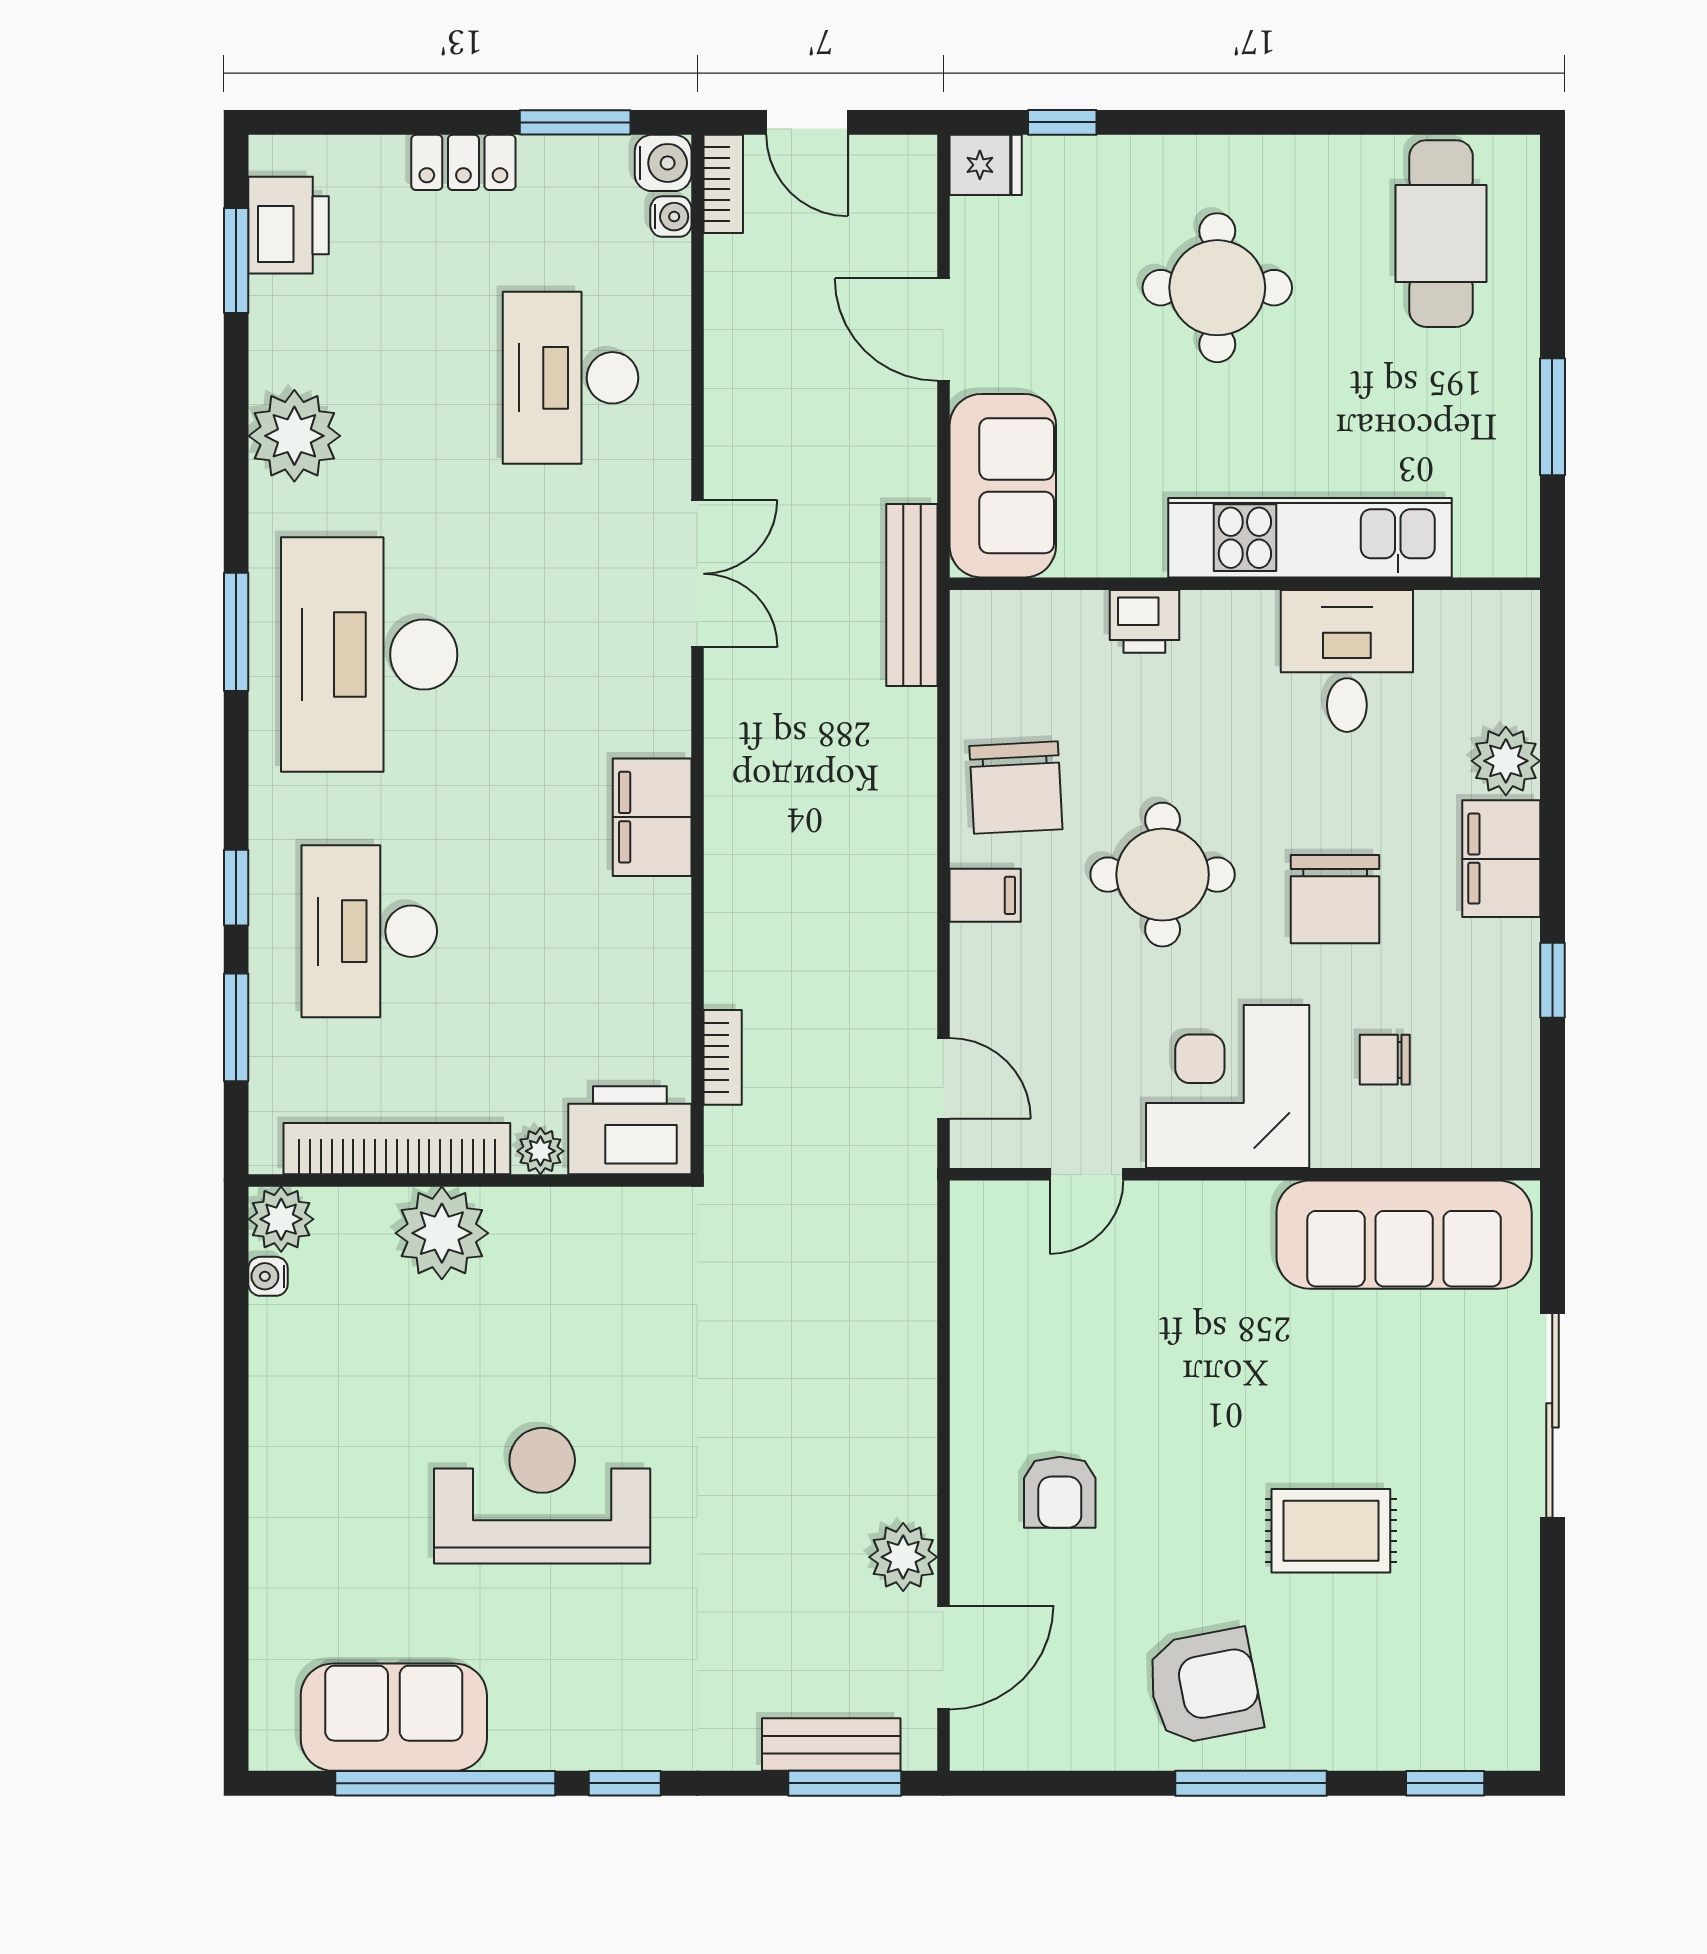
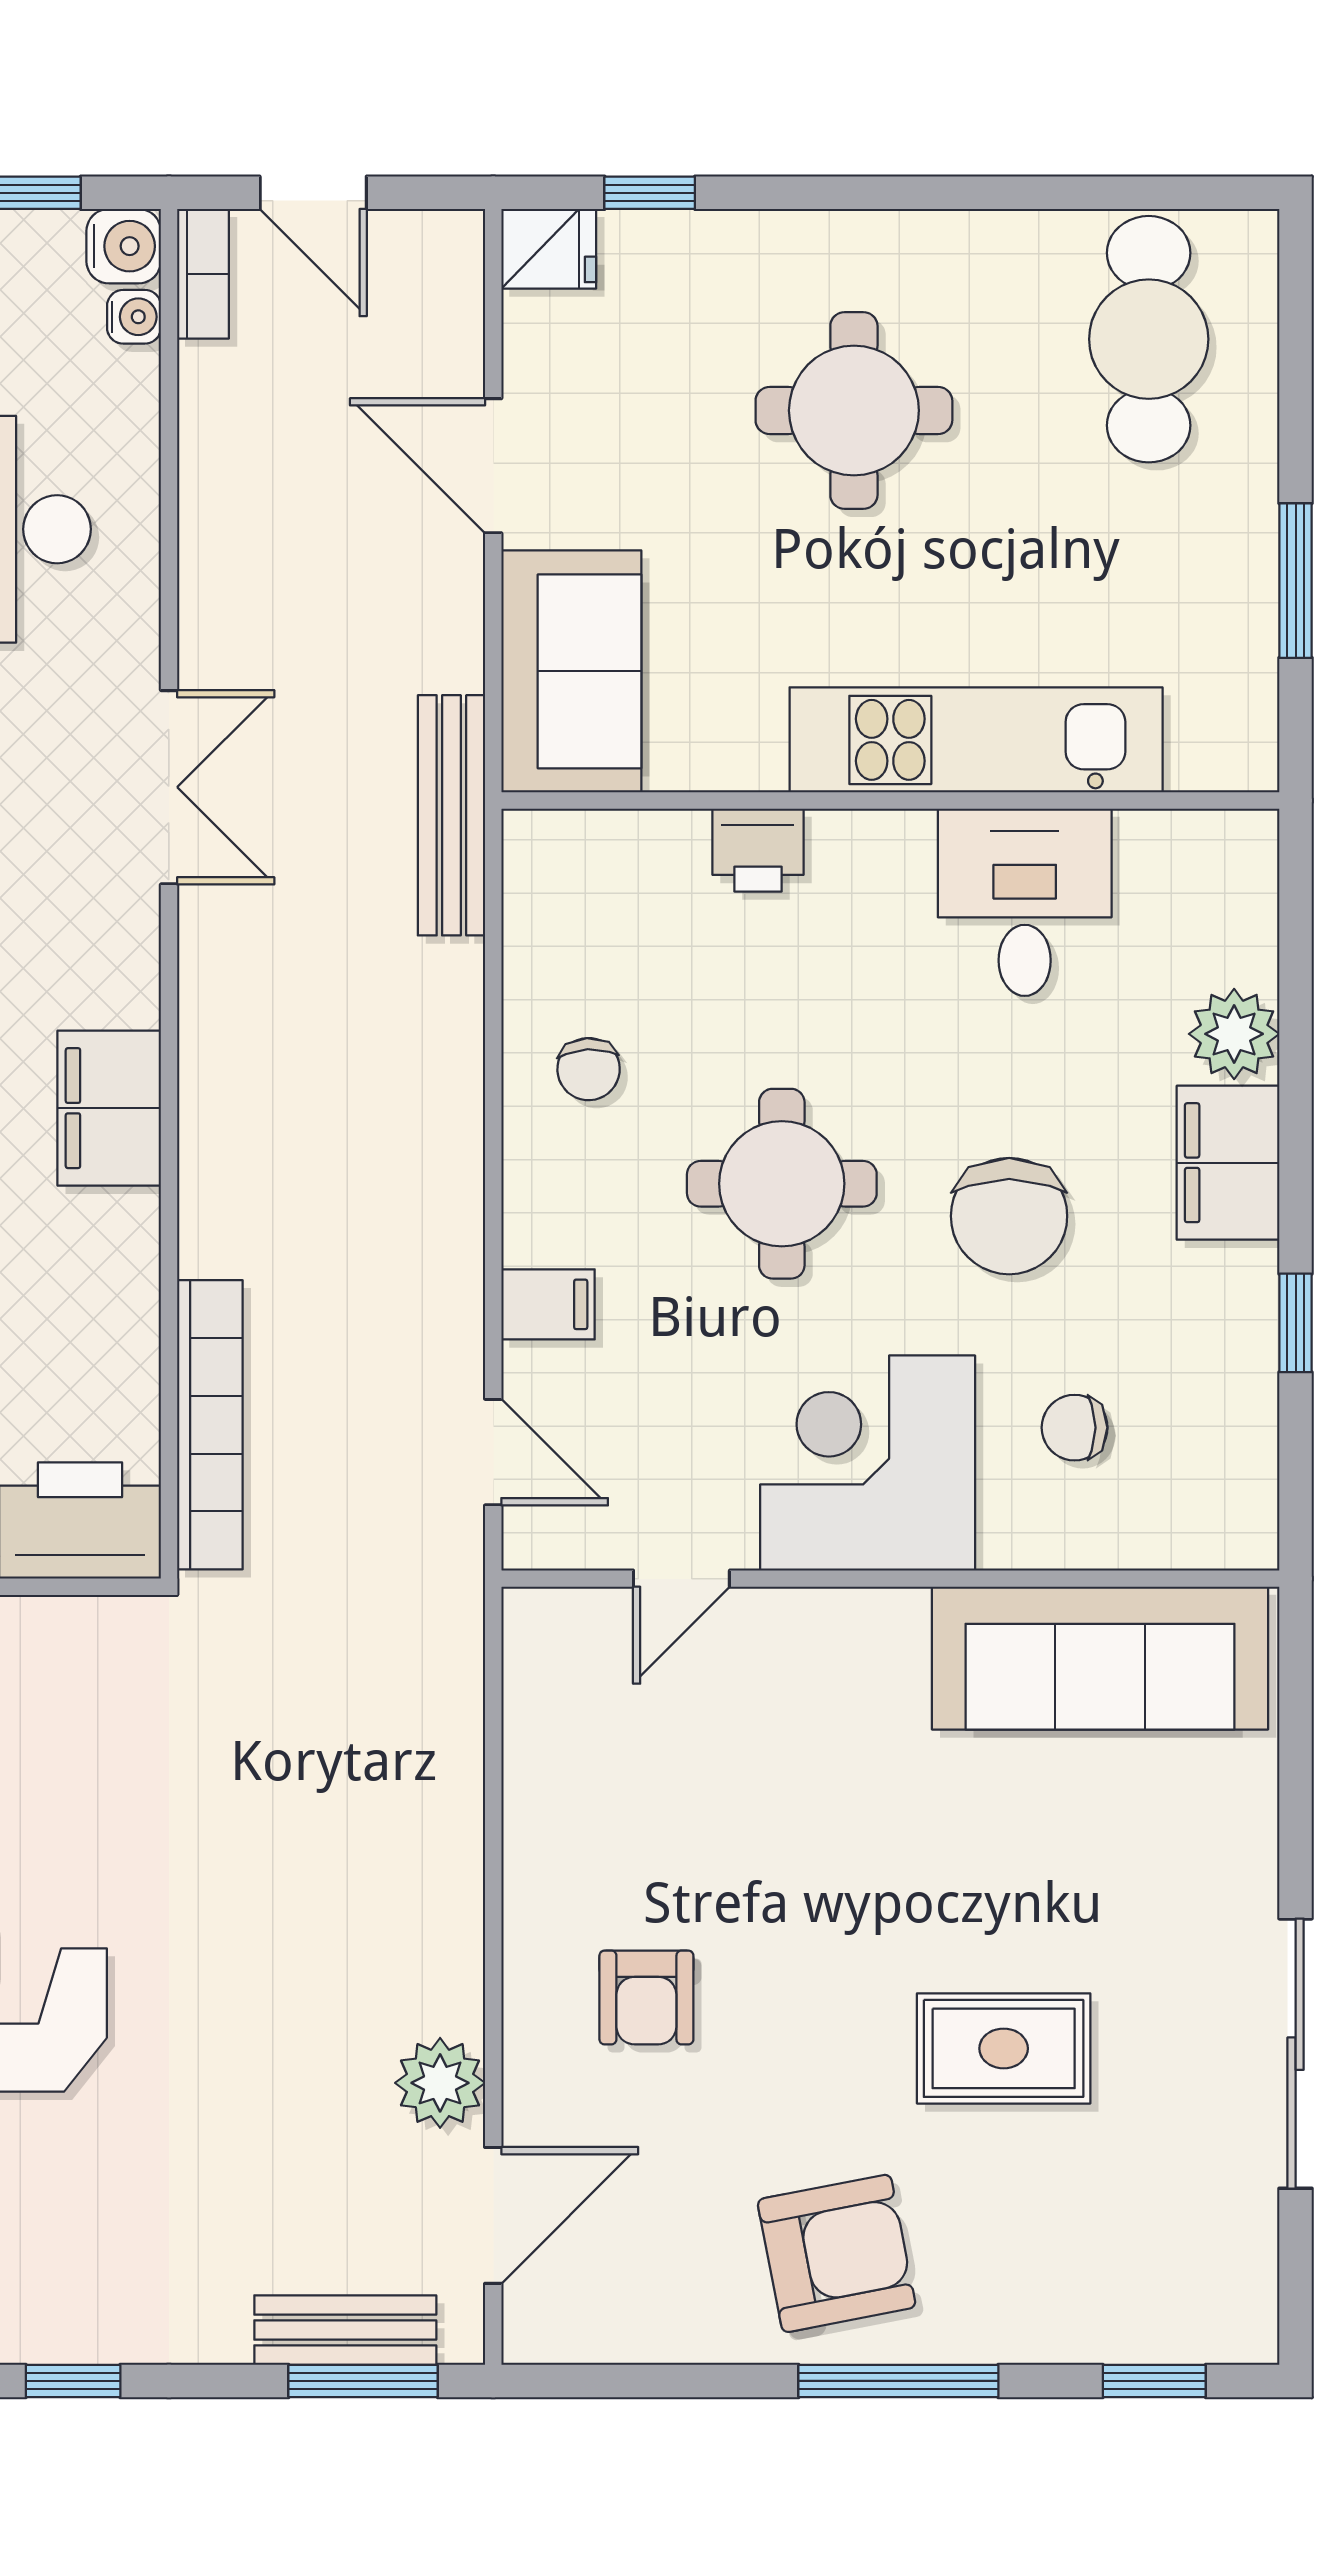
chair: (1016, 788) -> (589, 1069), width x0.54, depth x0.54
filing cabinet: (985, 895) -> (548, 1304), moved
bookcase: (723, 1057) -> (210, 1425), width x2.31, depth x1.31
sliding door: (1552, 1415) -> (1296, 2054), moved

